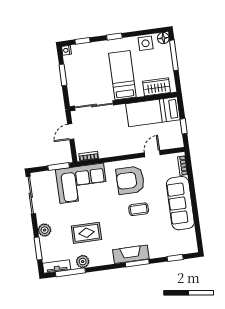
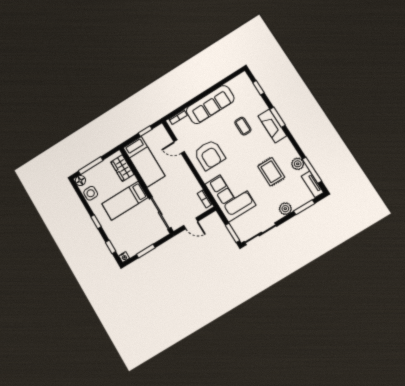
window: (59, 167) -> (232, 233), moved
coffee table: (139, 209) -> (243, 126), moved

